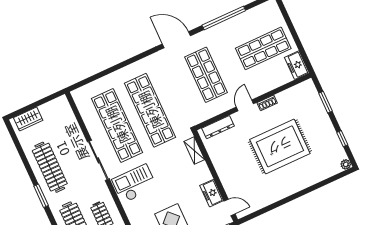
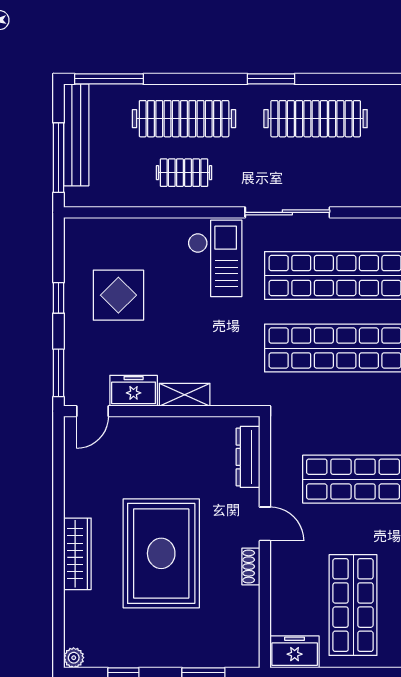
shelving: (194, 150) -> (185, 395), moved
wardrobe: (298, 184) -> (77, 554), added

